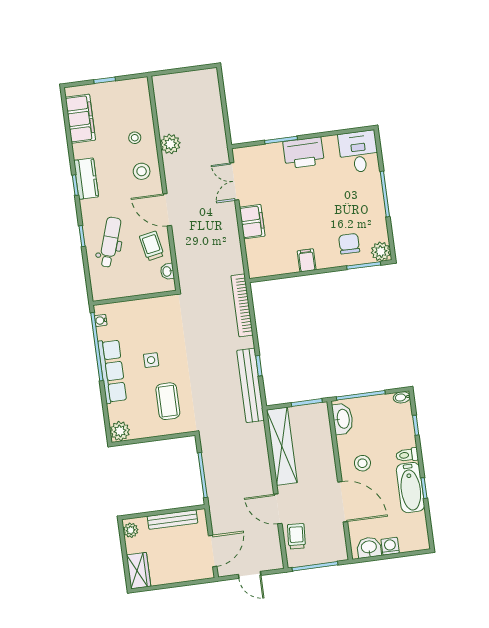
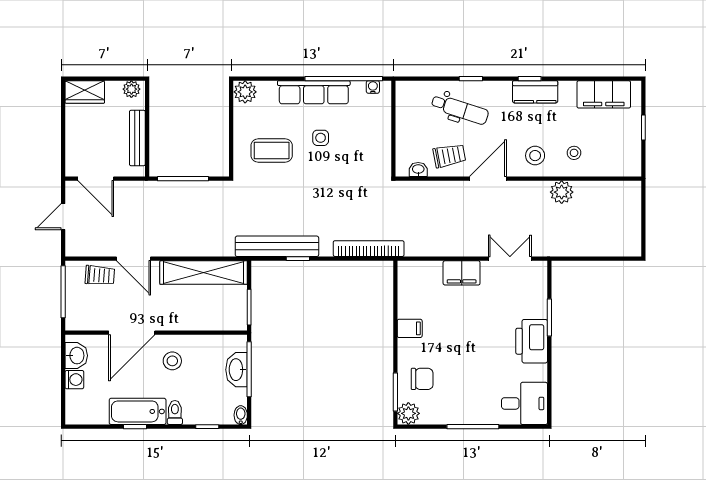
washbasin: (343, 419) -> (237, 370), moved, turned 90
door: (278, 509) -> (134, 259), swing flipped

